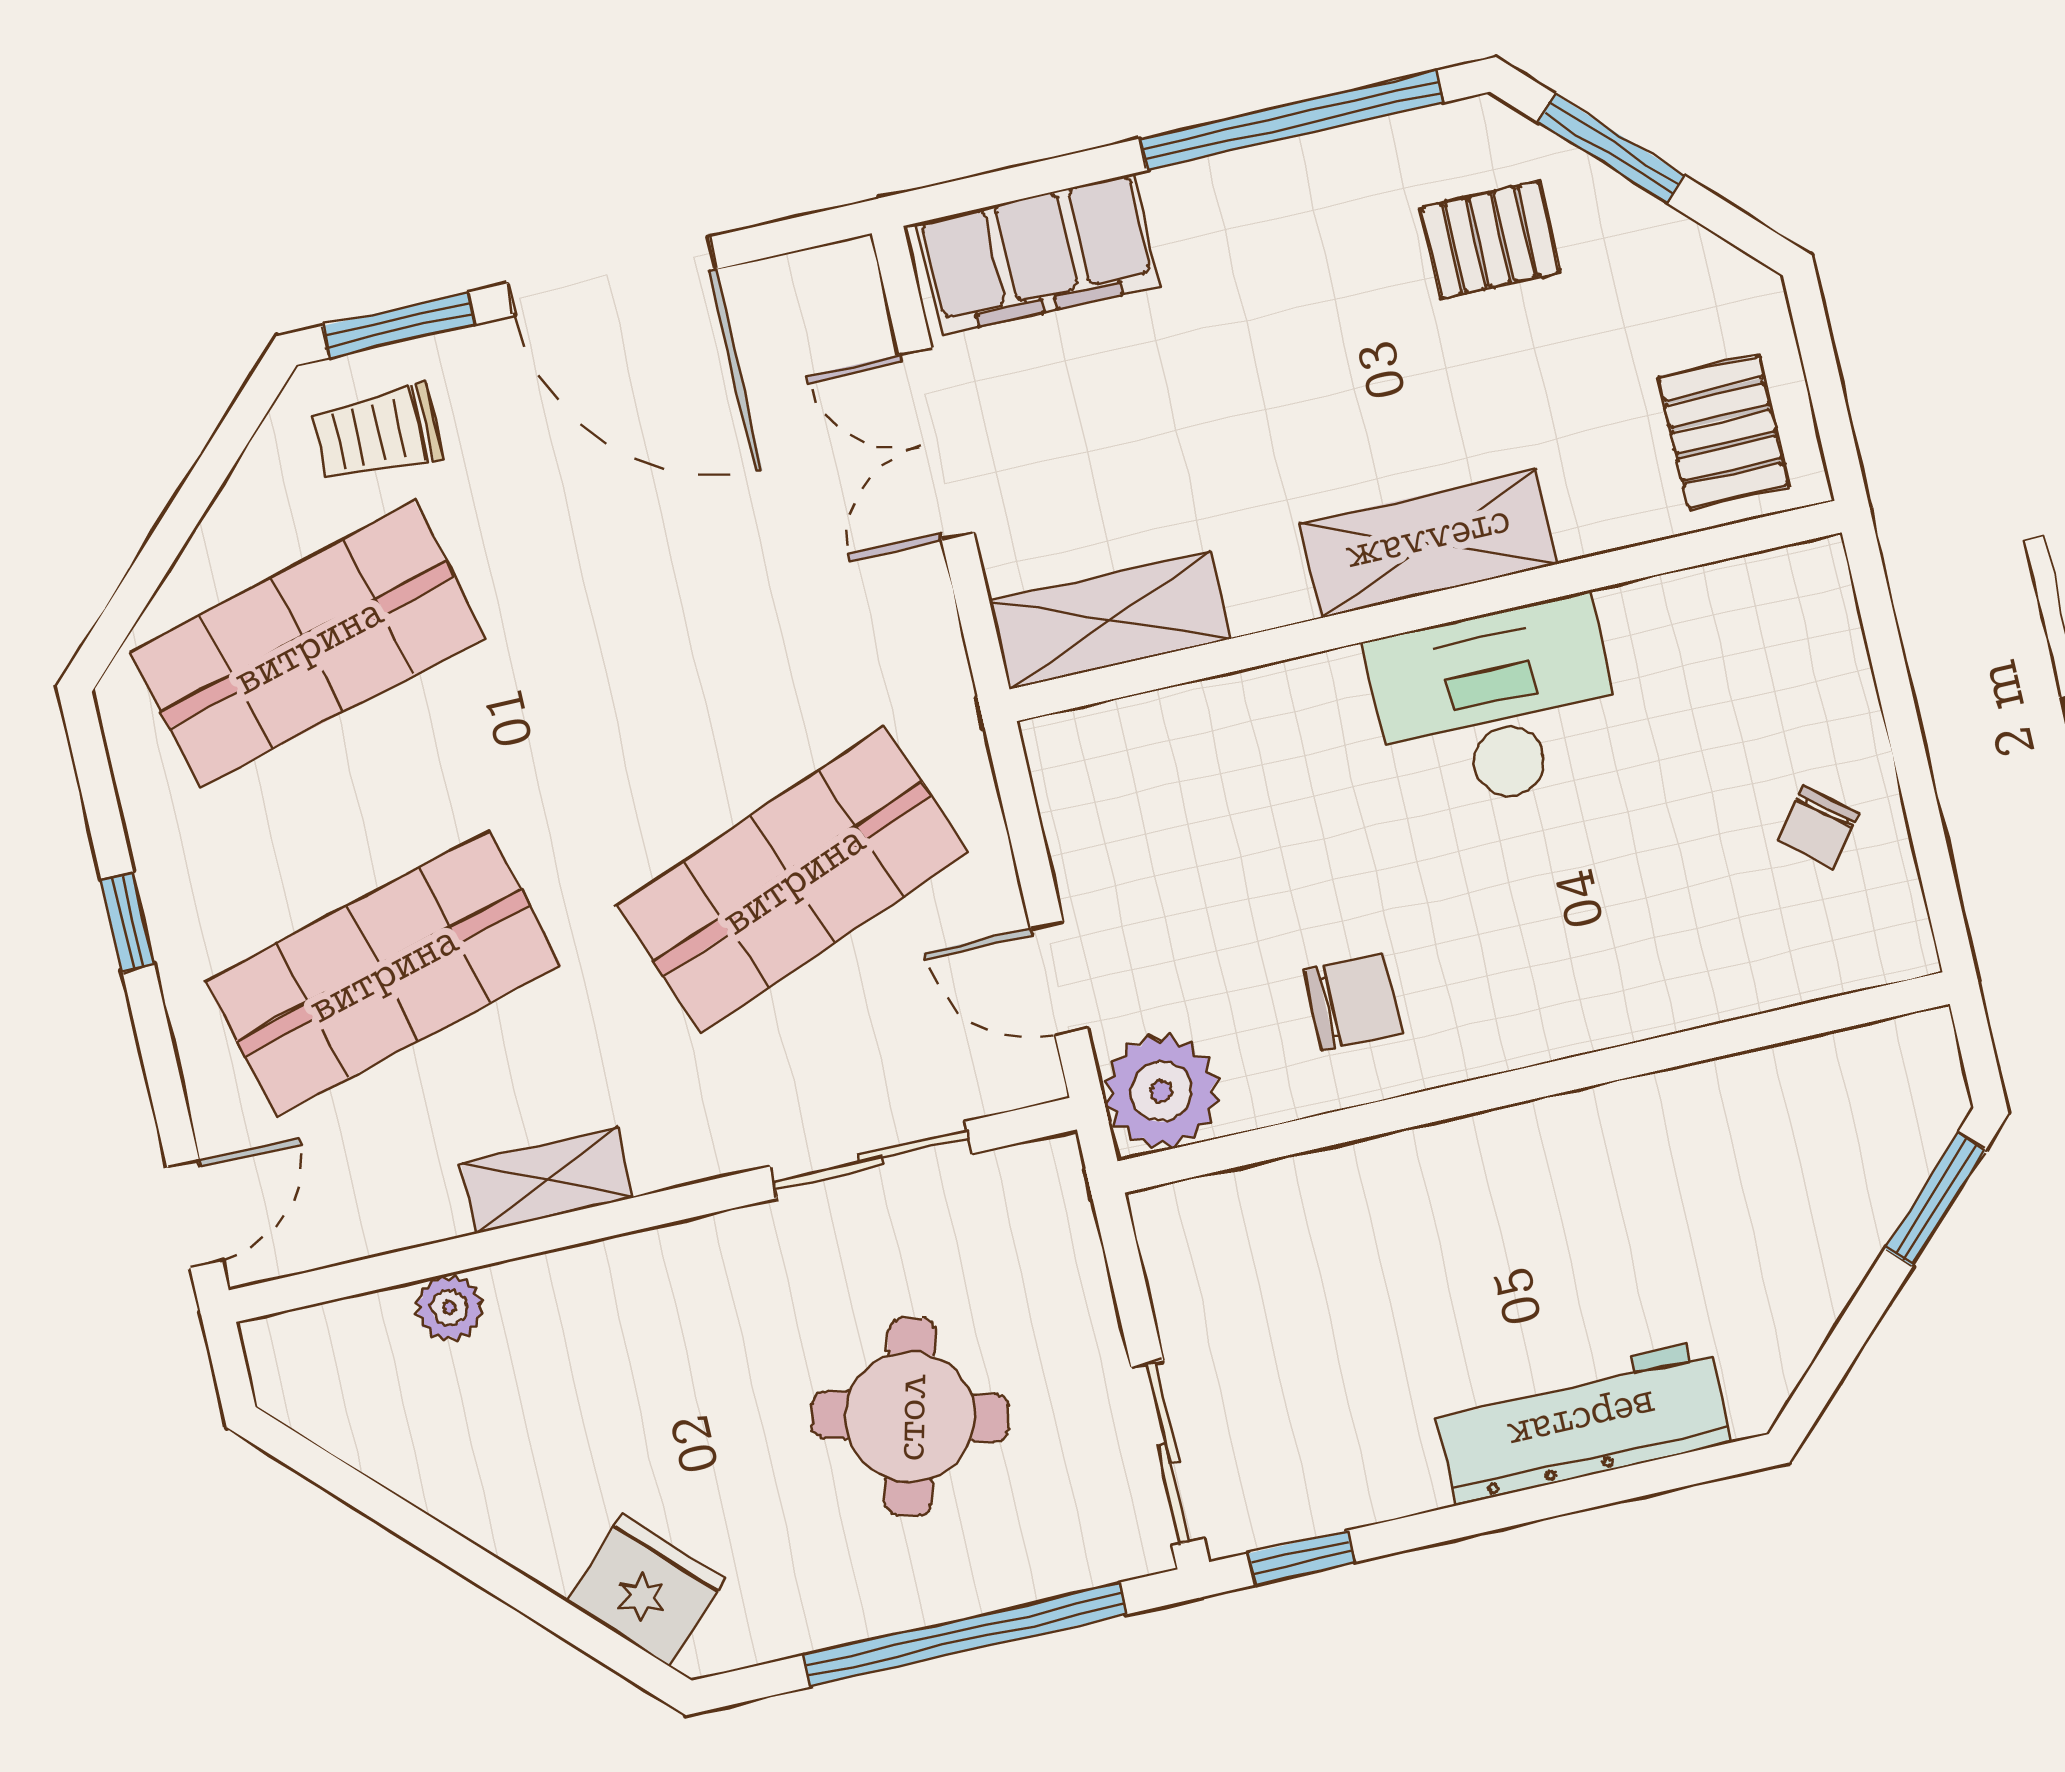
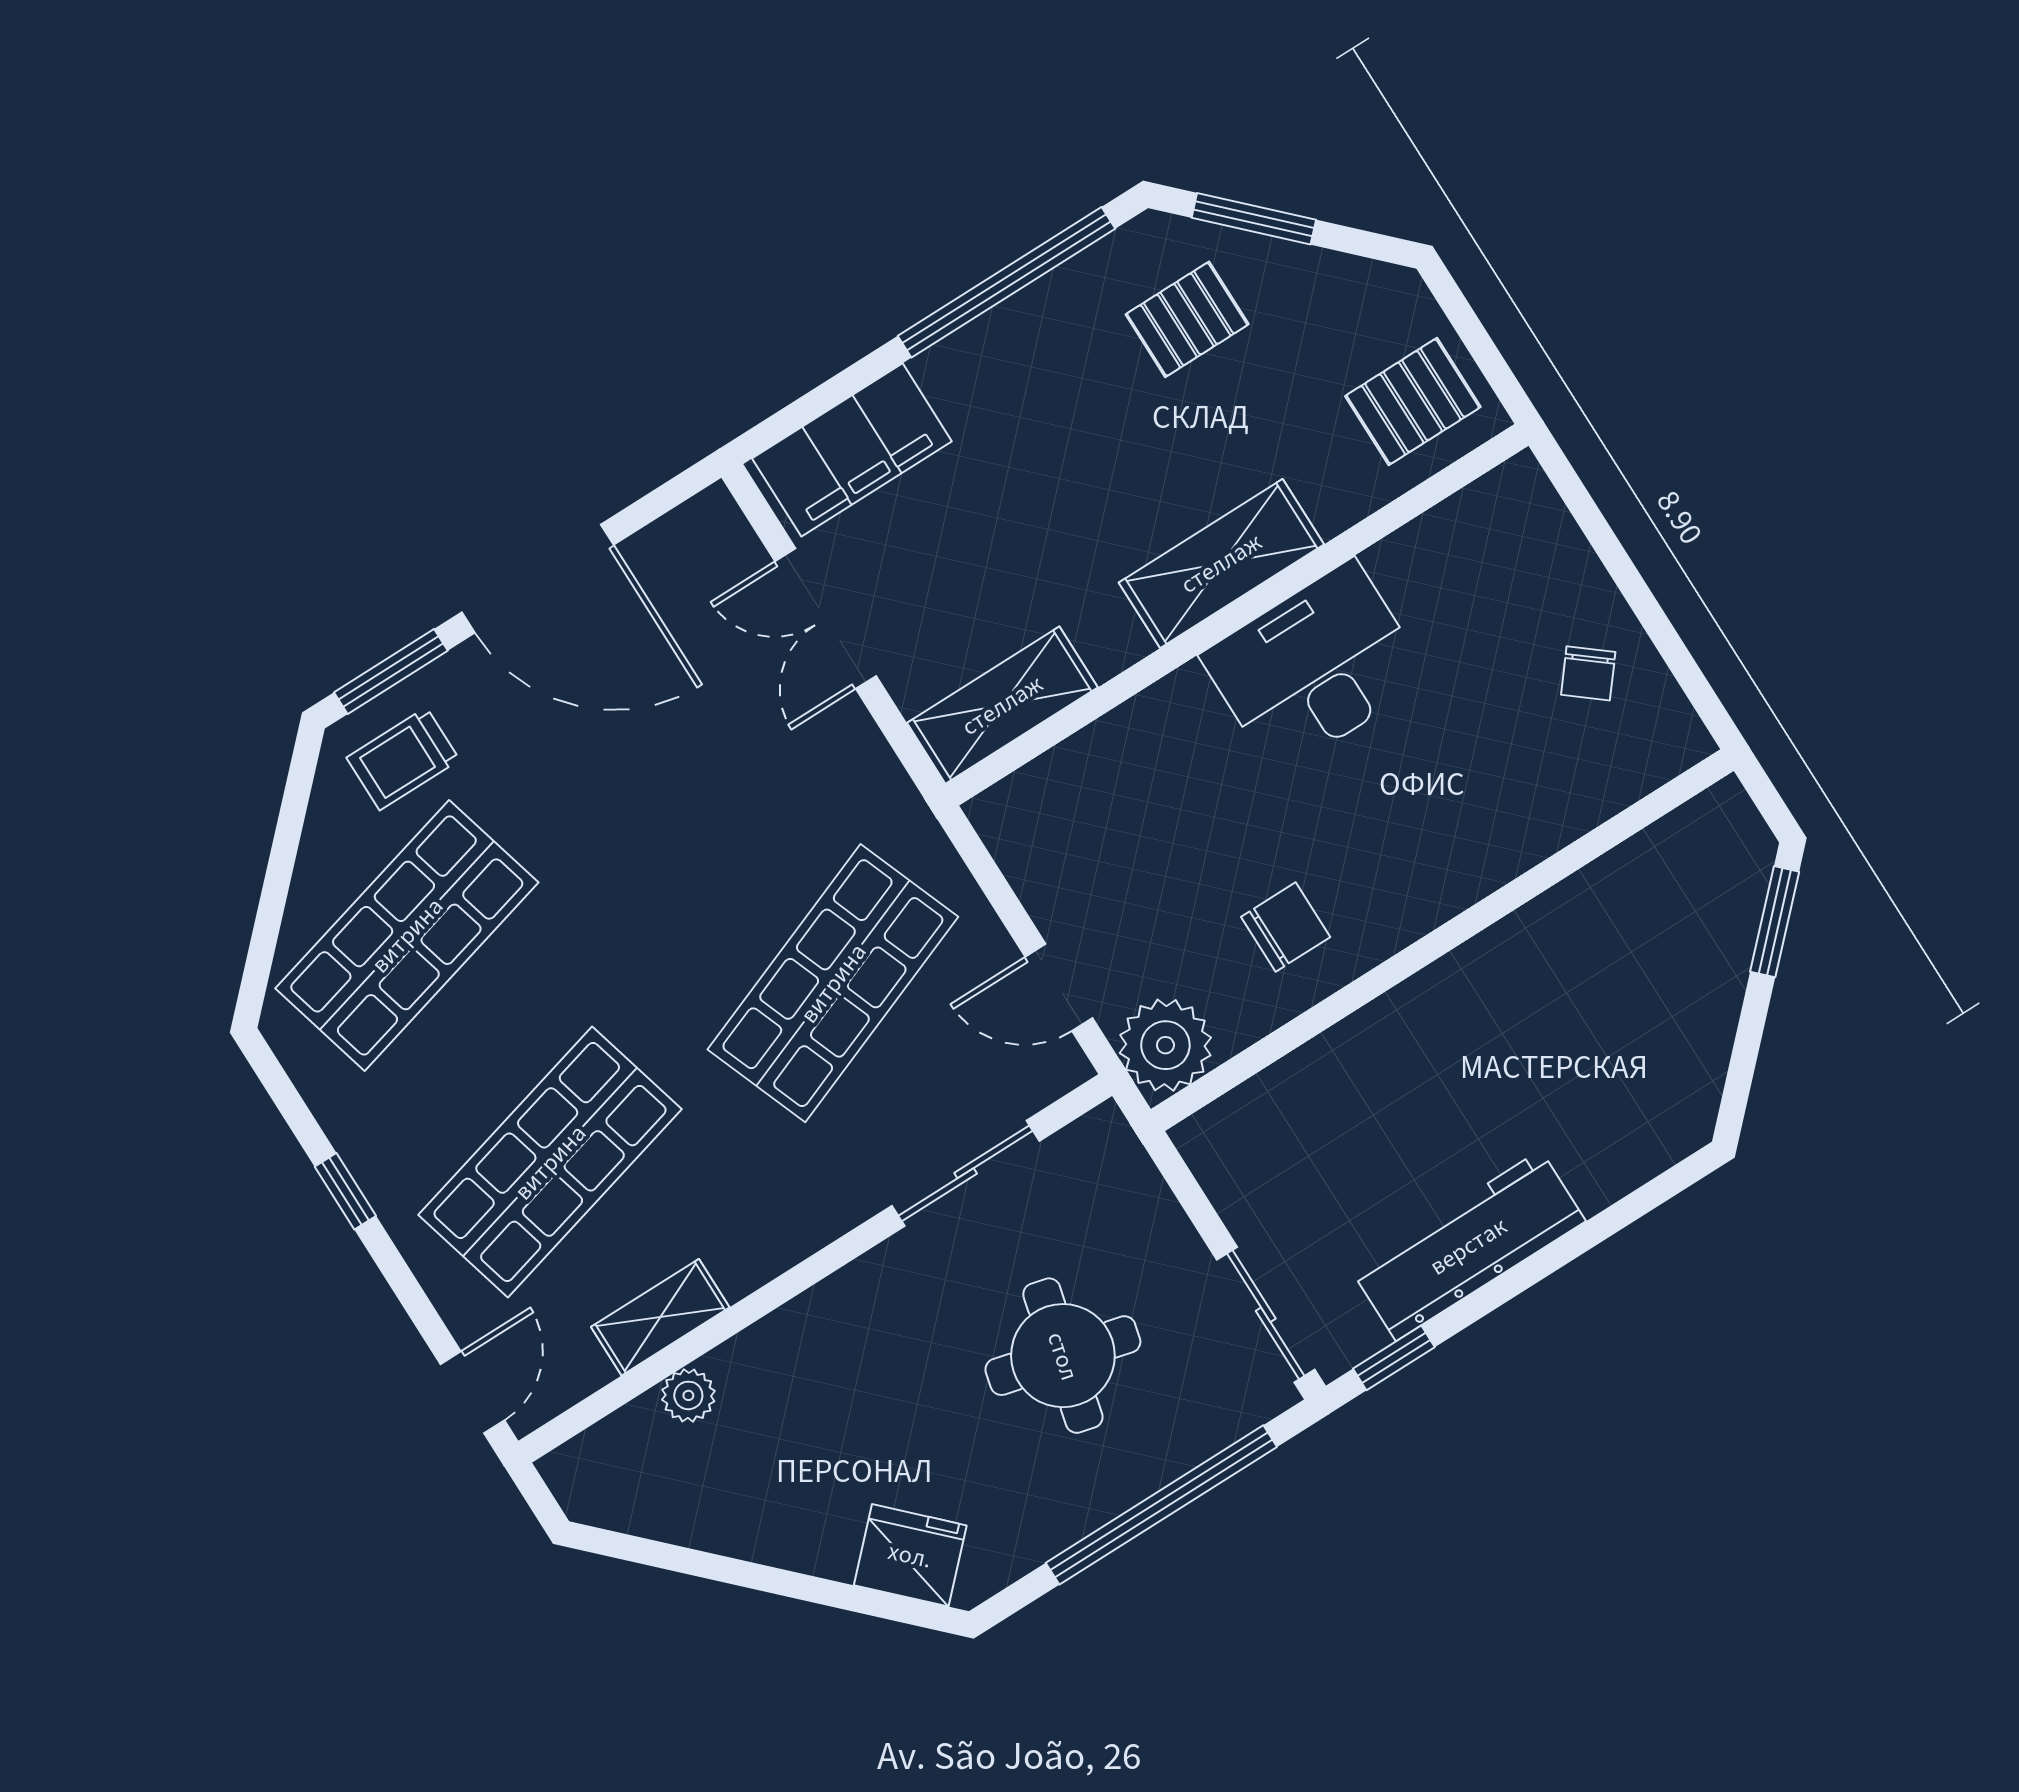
pallet: (1723, 432) -> (1413, 401), turned 90
shelving: (547, 1180) -> (660, 1317), moved
workbench: (1582, 1422) -> (1468, 1246), moved

